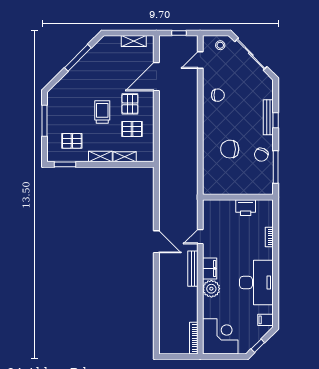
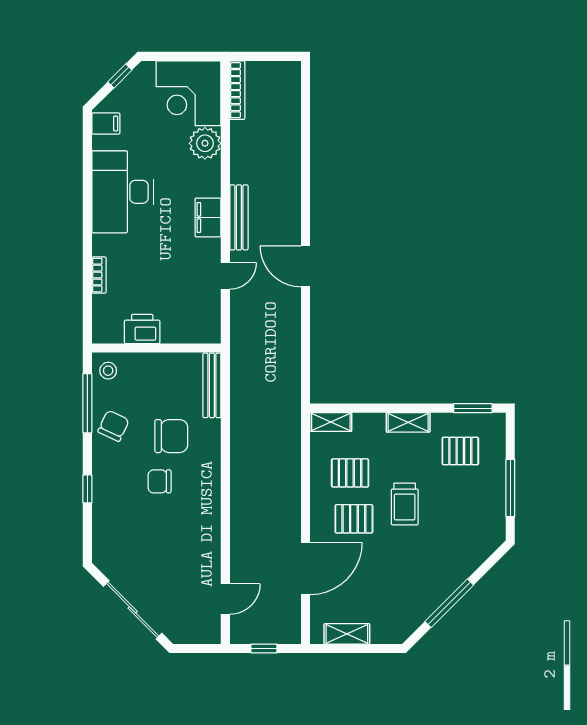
stool: (220, 45) -> (108, 371), moved
chair: (218, 95) -> (160, 481), moved
pallet: (130, 104) -> (354, 519), turned 90
bench: (268, 117) -> (212, 385), moved
shelving: (125, 157) -> (331, 422), moved
plant: (211, 289) -> (205, 143), moved

